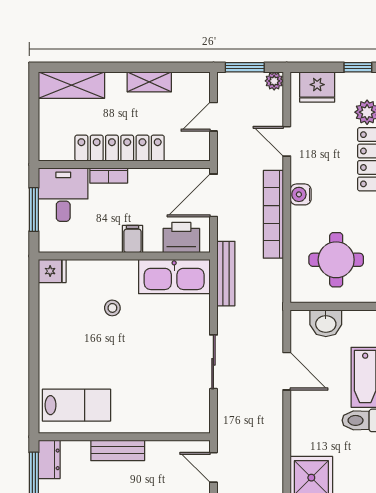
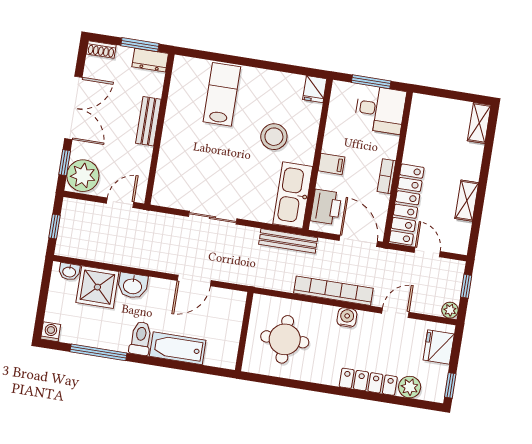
window: (245, 67) -> (466, 286), width x0.67
shelving: (71, 85) -> (479, 123), width x0.67, depth x0.75
locker: (120, 148) -> (407, 204), moved
bookcase: (109, 176) -> (387, 176), moved
stool: (112, 308) -> (274, 137), width x1.89, depth x1.89
washbasin: (326, 323) -> (133, 286), moved, turned -90
lab bench: (76, 405) -> (222, 94), moved, turned 180

